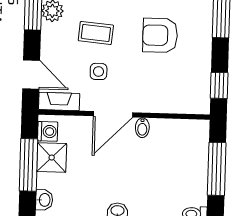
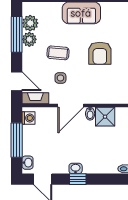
armchair: (160, 35) -> (100, 53), turned -90
shower: (52, 158) -> (105, 117), moved

